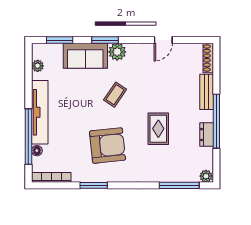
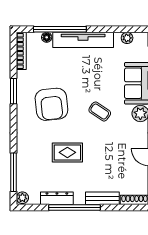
dresser: (207, 135) -> (57, 198), width x1.44

